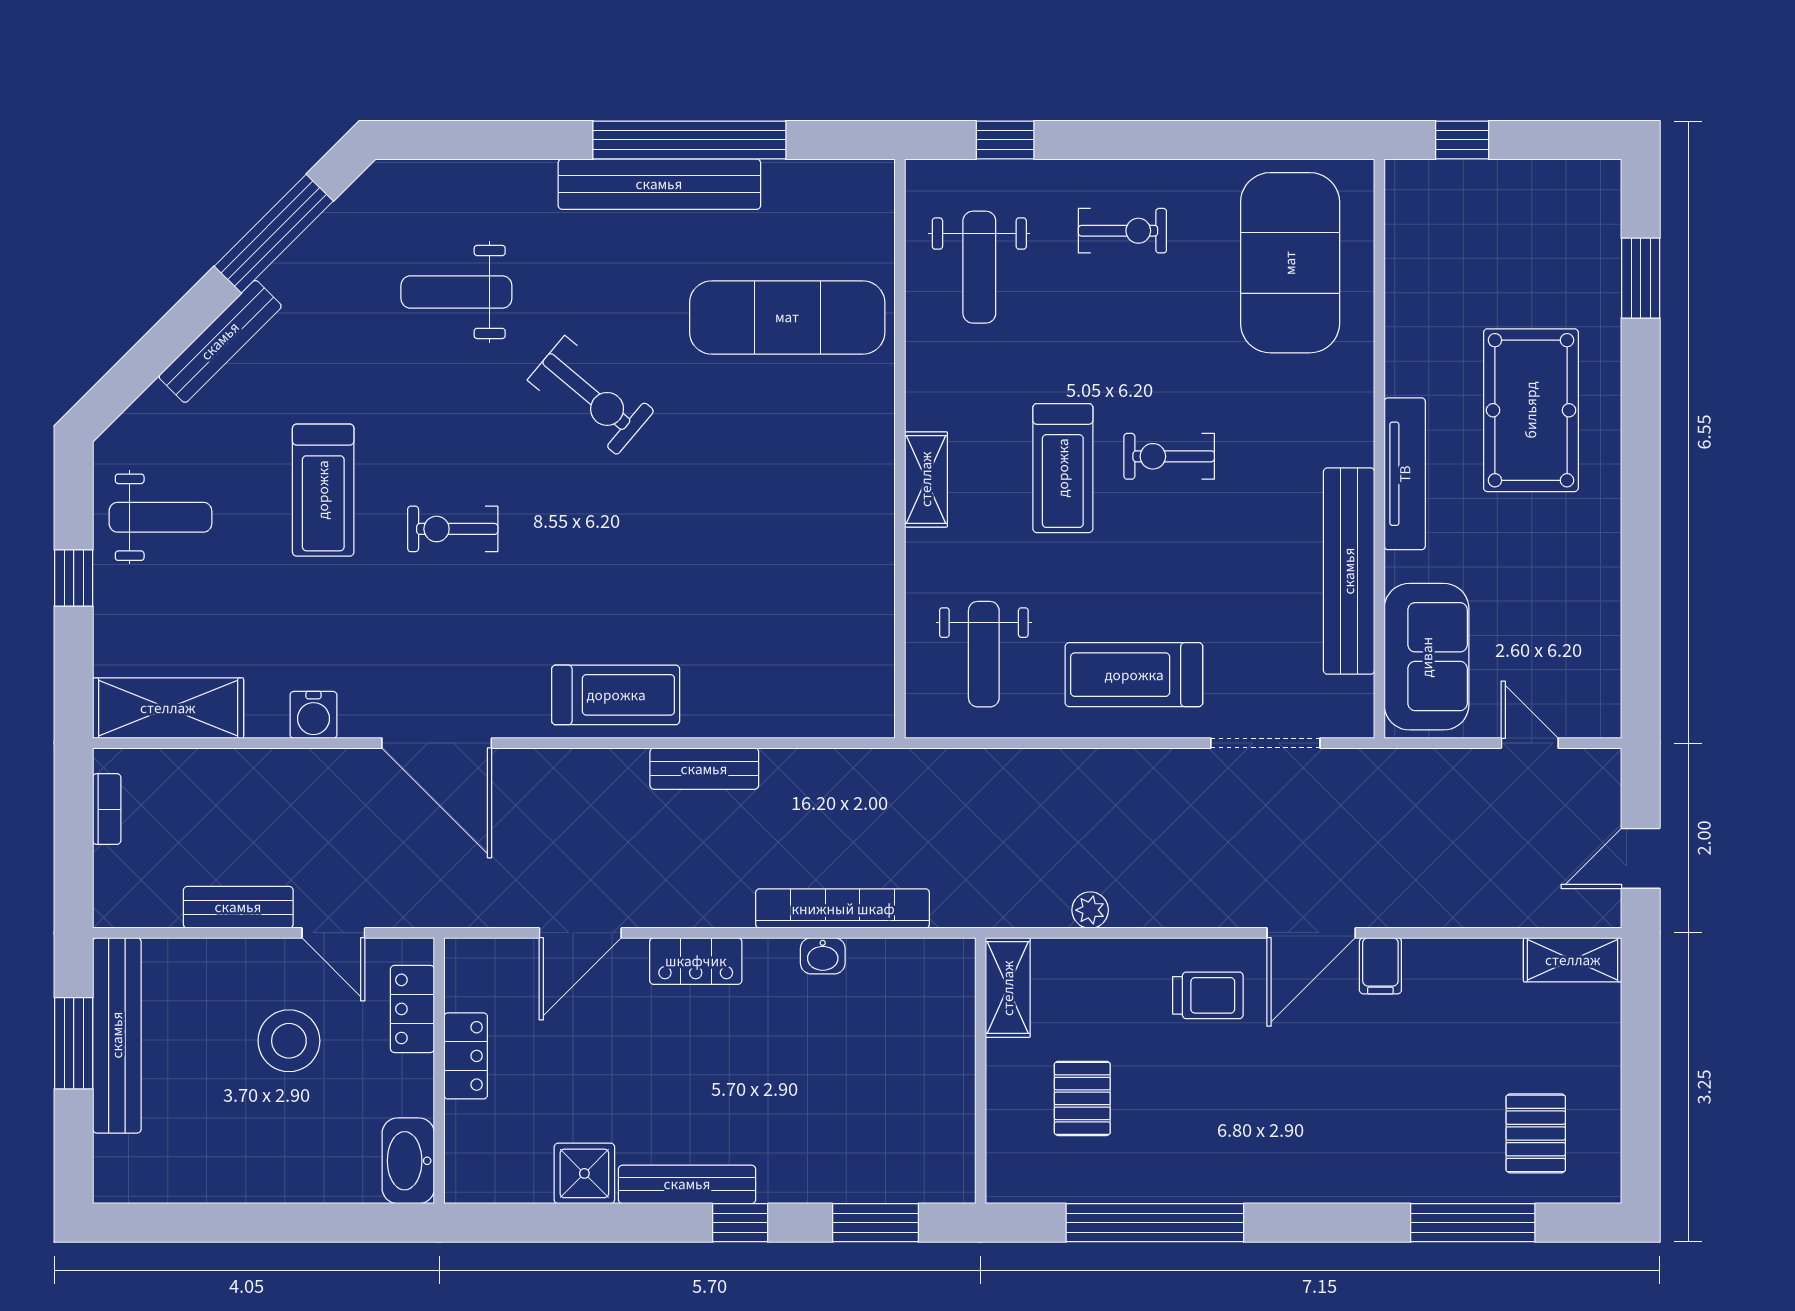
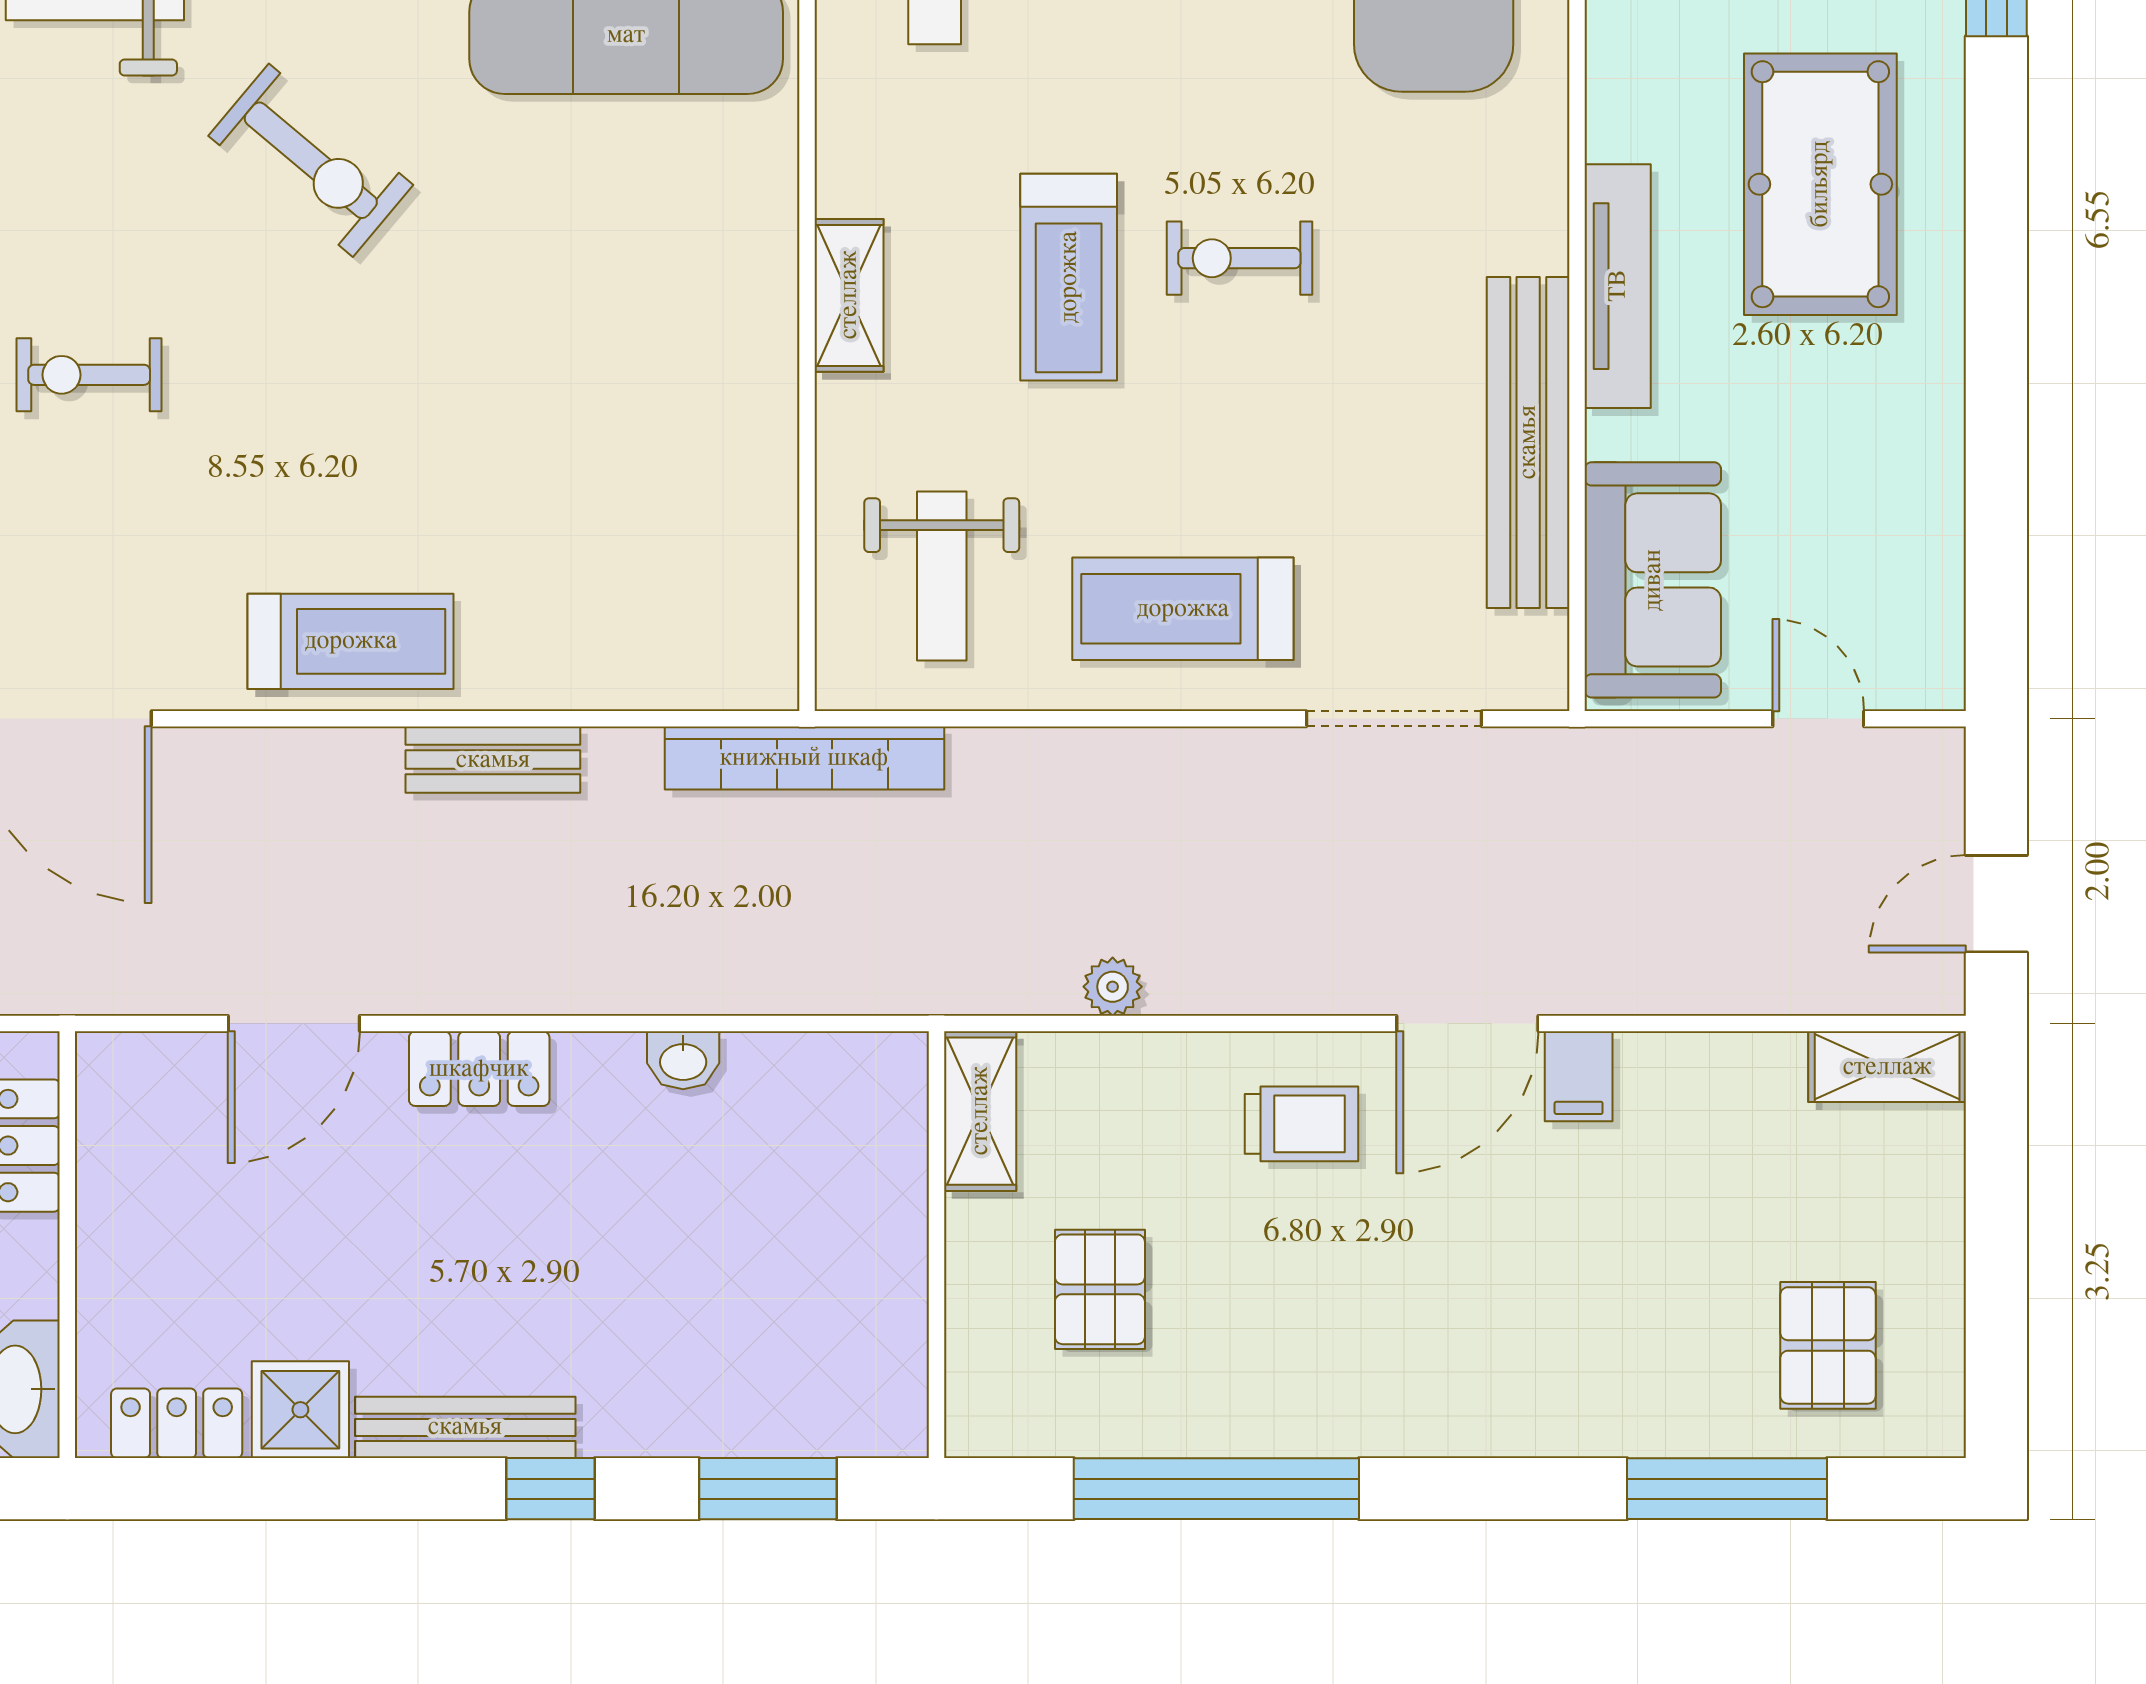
bookcase: (843, 909) -> (804, 758), moved, turned 180
locker: (466, 1056) -> (177, 1423), moved, turned -90

